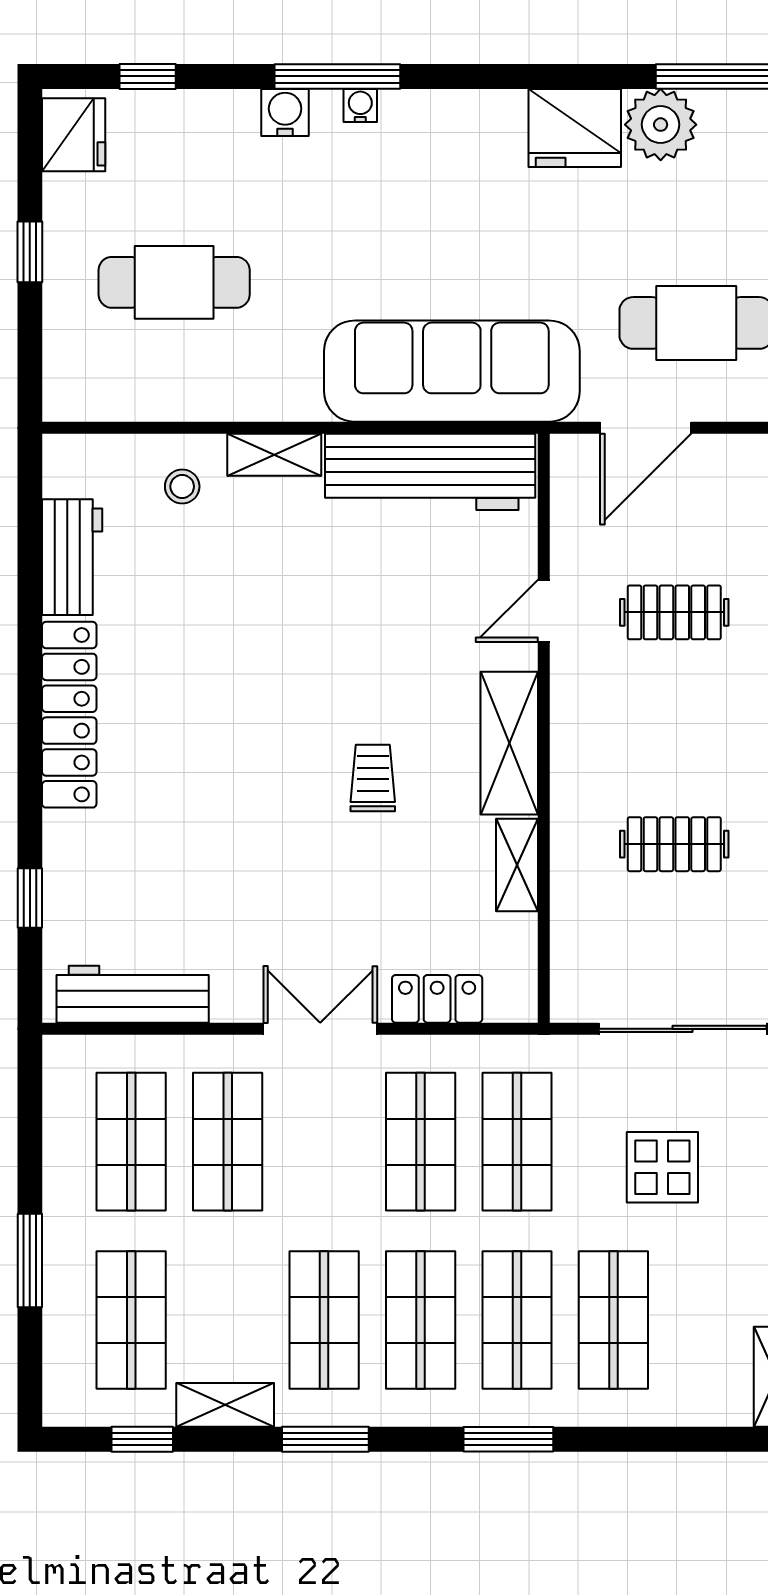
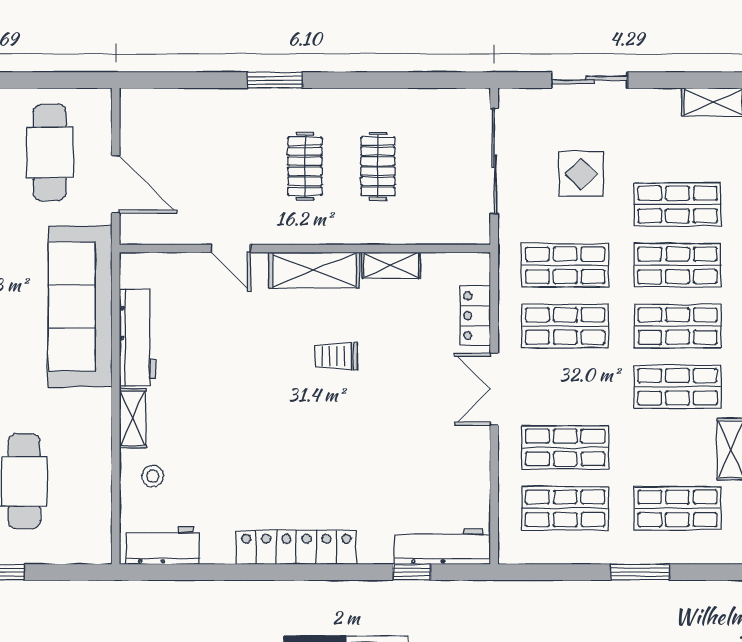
workbench: (430, 472) -> (138, 338), width x0.73, depth x0.76
workbench: (72, 557) -> (163, 545), moved
clothes rail: (674, 612) -> (305, 166), moved
workbench: (133, 994) -> (443, 546), moved, turned 90

